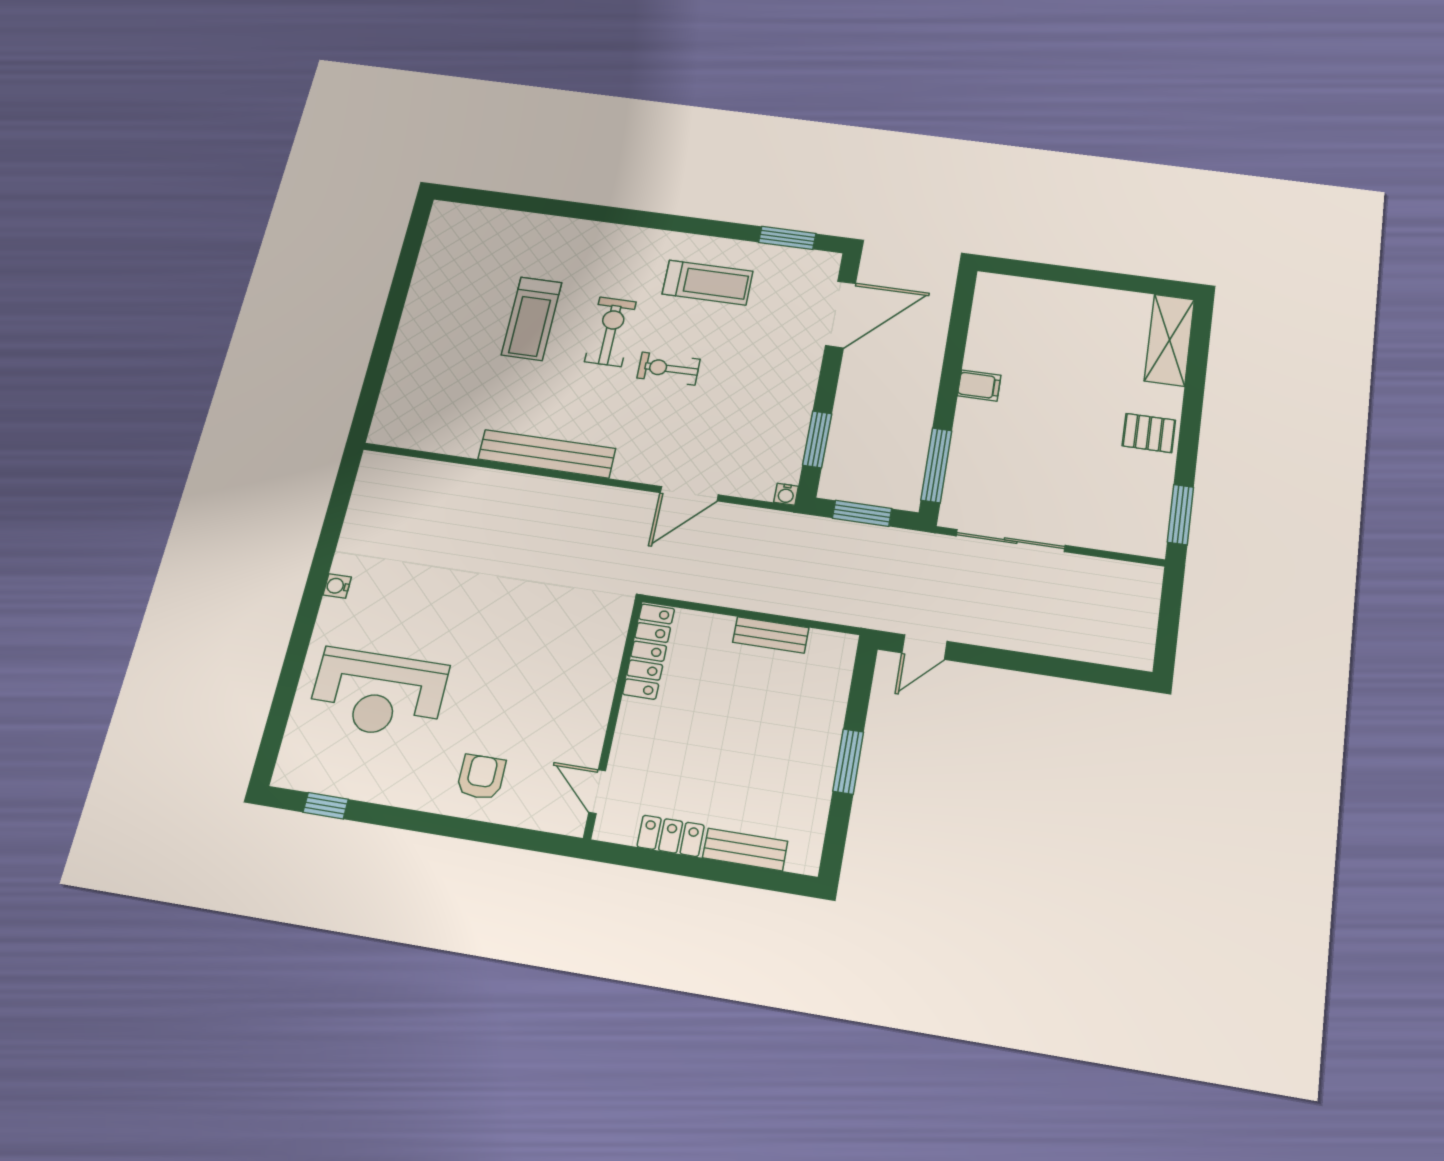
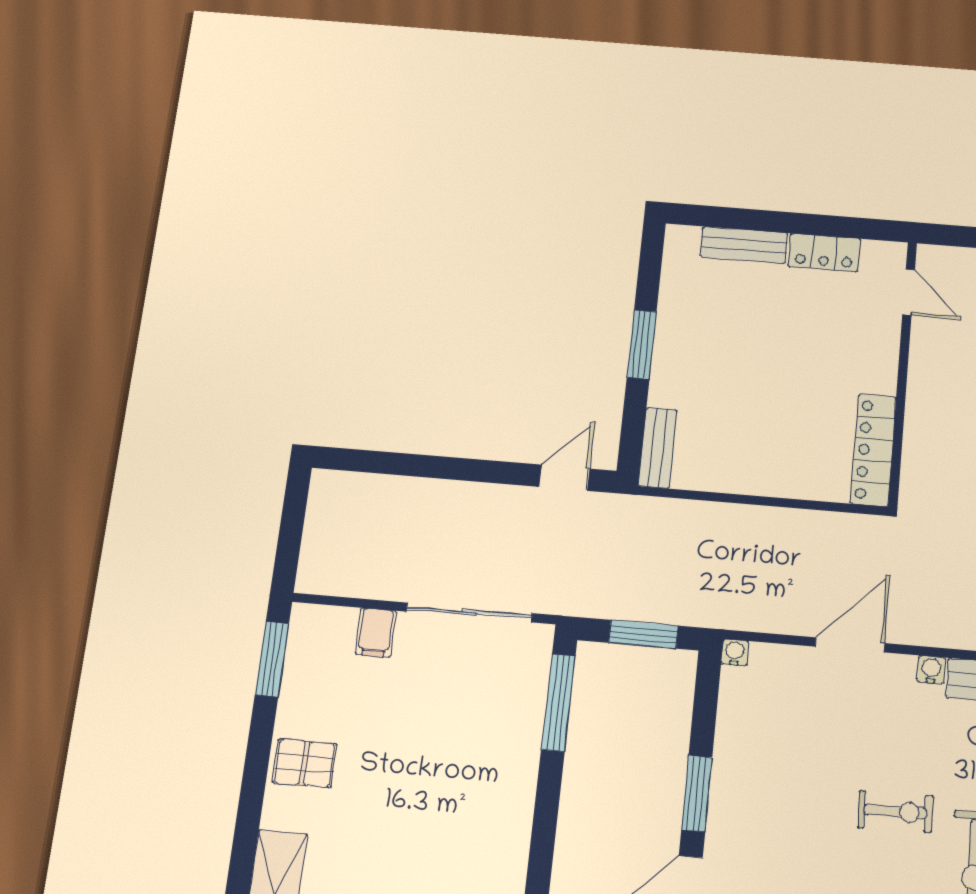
filing cabinet: (979, 386) -> (376, 633), moved, turned -90
window: (817, 439) -> (697, 794), moved
water cooler: (624, 470) -> (931, 670), added
bench: (771, 635) -> (658, 448), moved, turned 90

